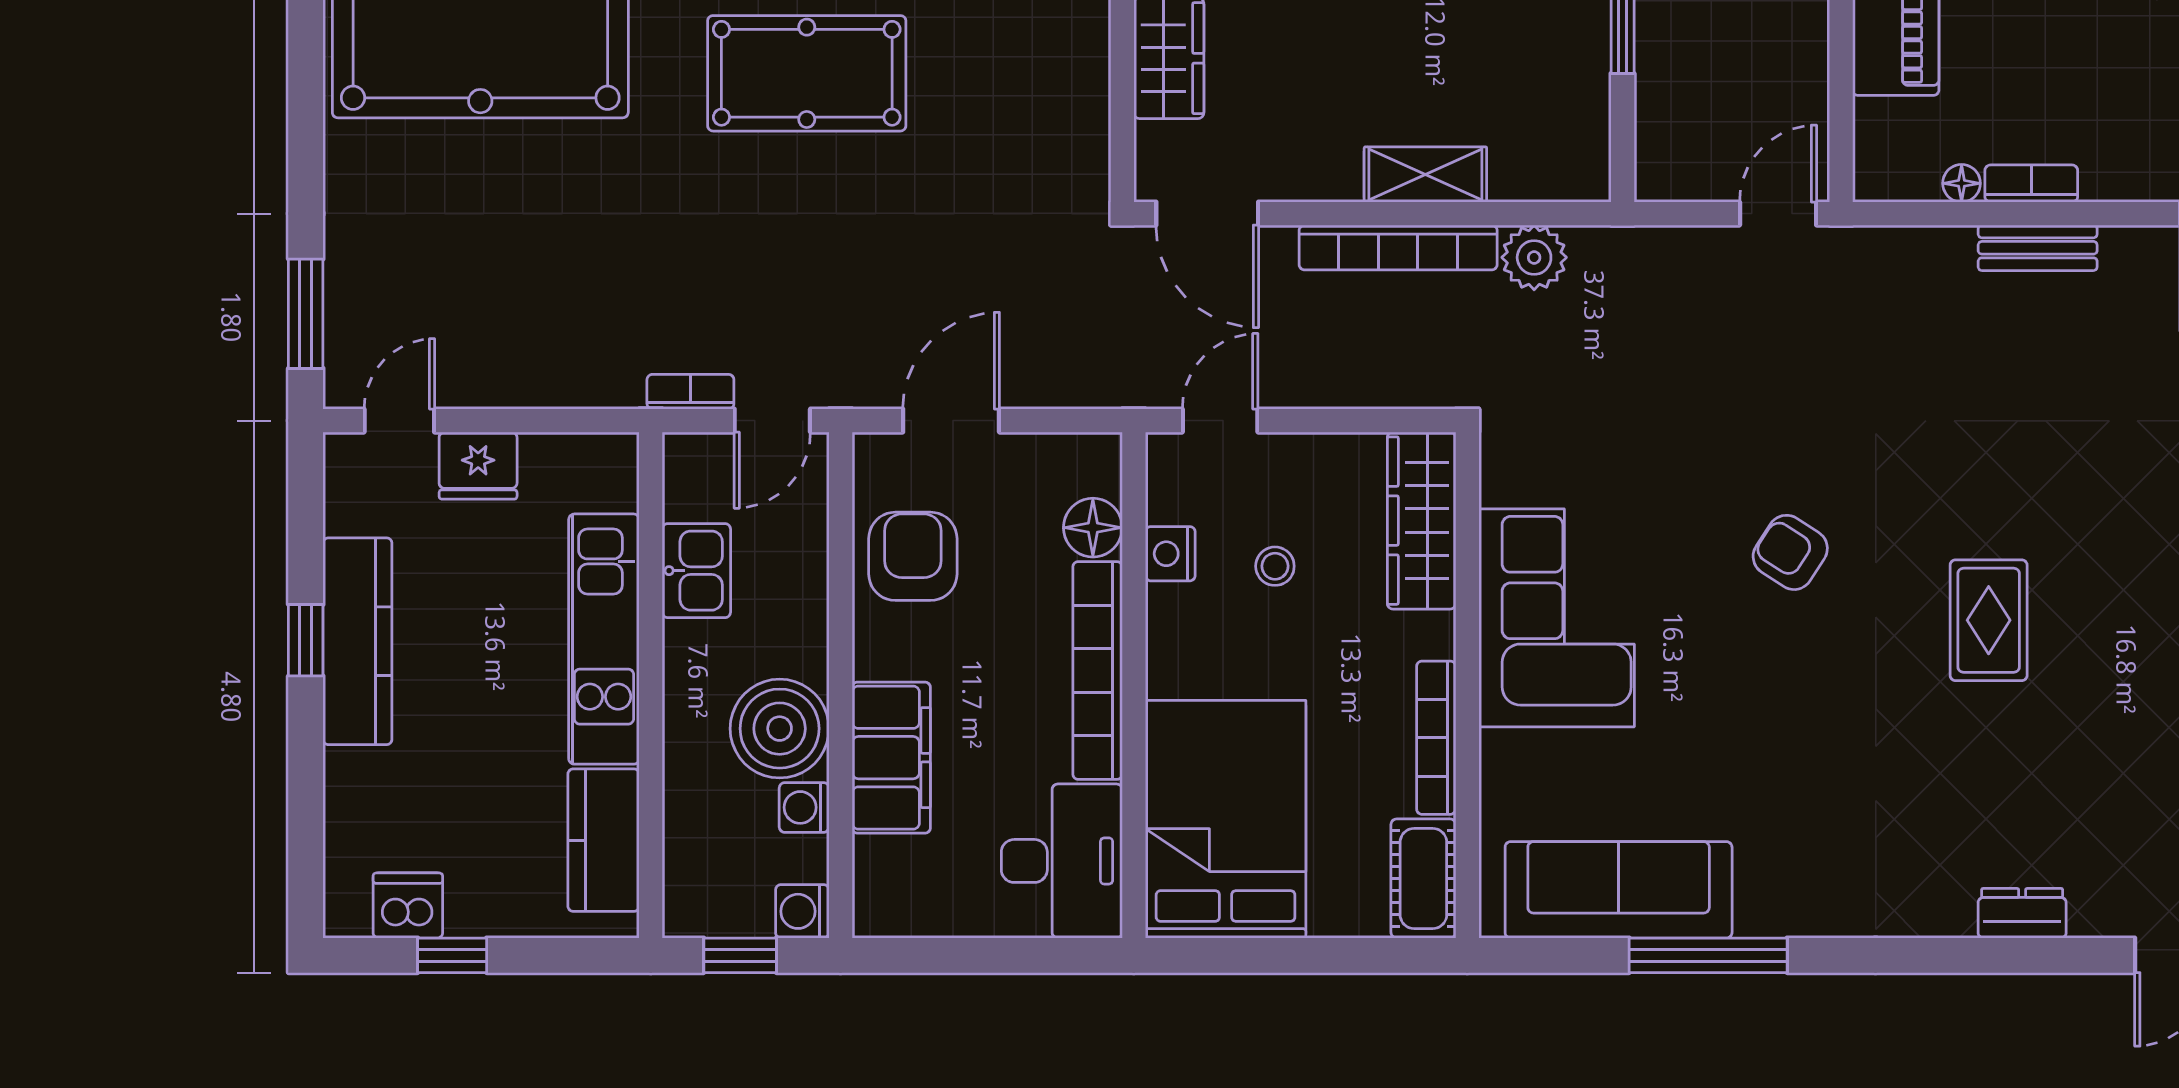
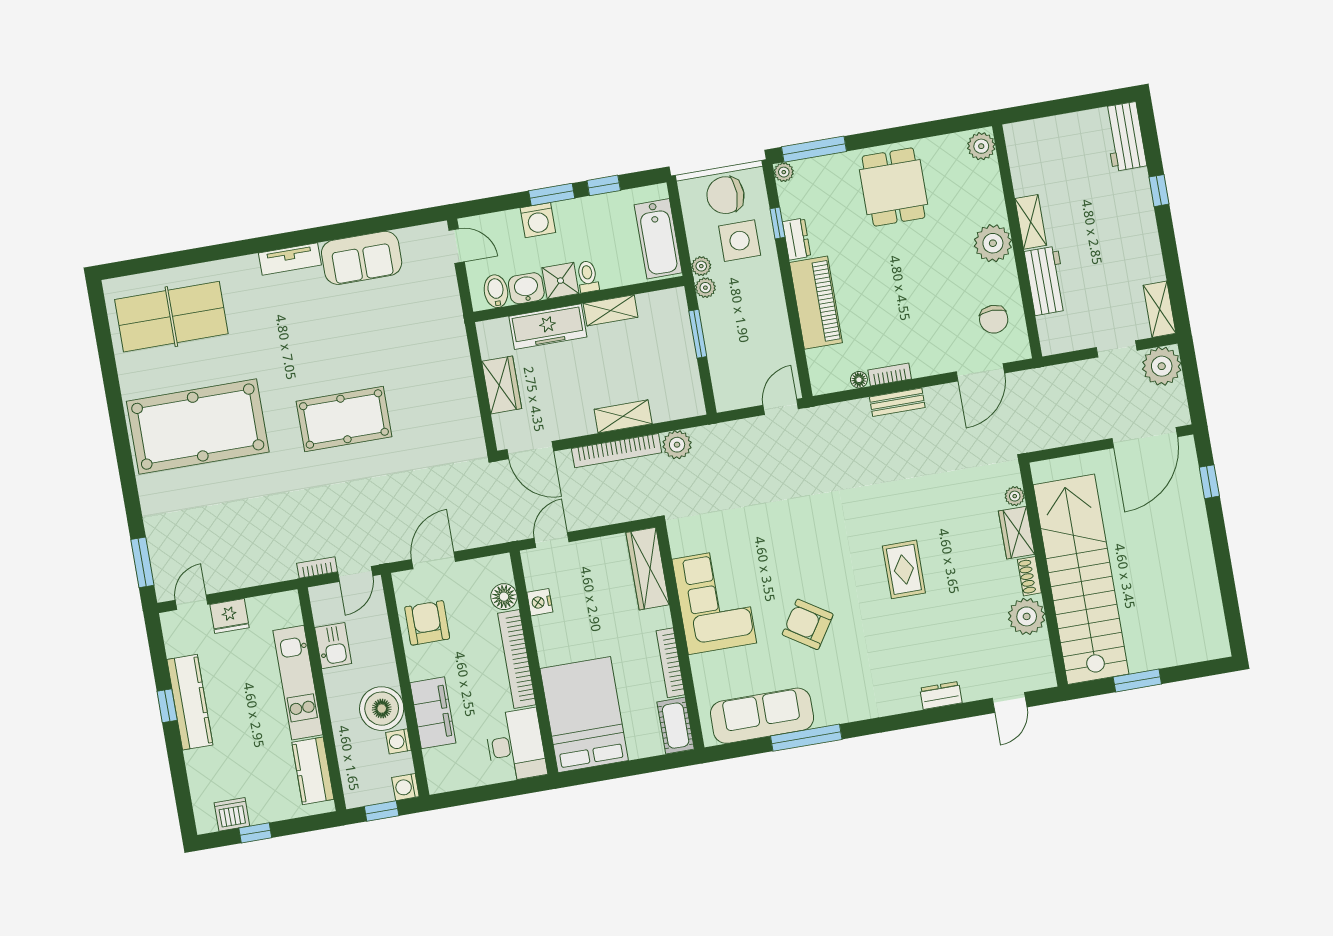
armchair: (1790, 552) -> (808, 624), moved, width x1.38, depth x1.38
stool: (1275, 566) -> (587, 600), removed

